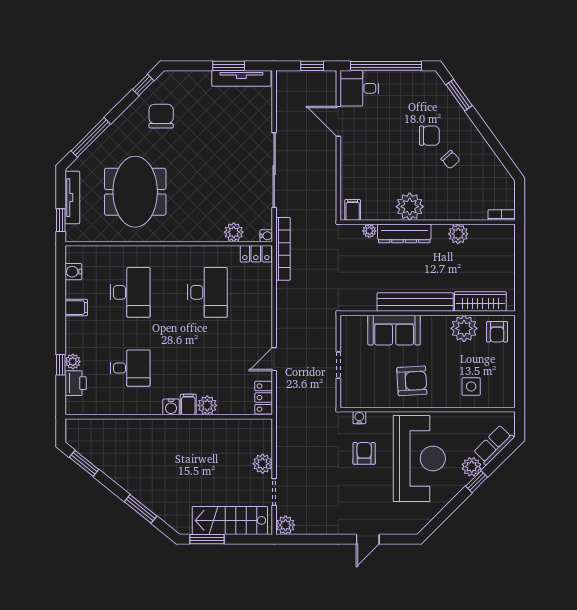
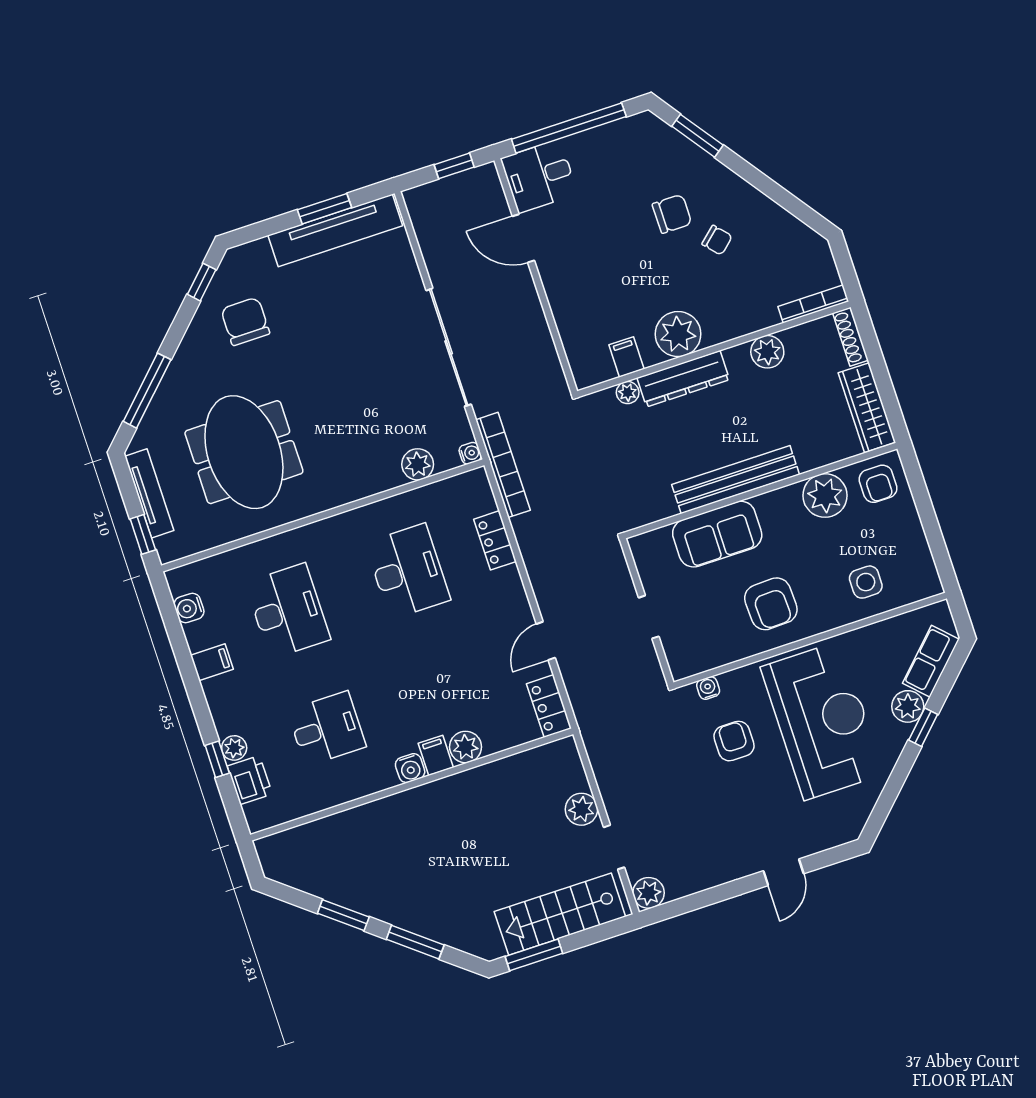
tv unit: (241, 78) -> (335, 230), width x1.36, depth x1.29
filing cabinet: (353, 210) -> (626, 357), moved
bookcase: (502, 215) -> (813, 304), width x1.56
shoe rack: (509, 241) -> (850, 337), added
locker: (256, 254) -> (495, 540), moved, turned 90
wardrobe: (480, 301) -> (867, 408), moved, turned -90
armchair: (412, 381) -> (771, 604), turned 91
window: (84, 463) -> (343, 915), moved

